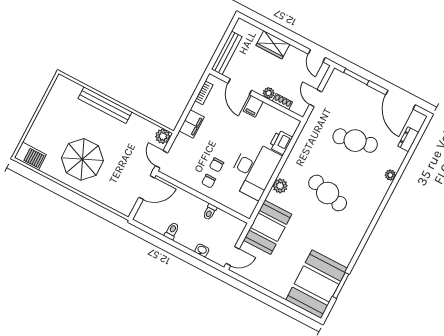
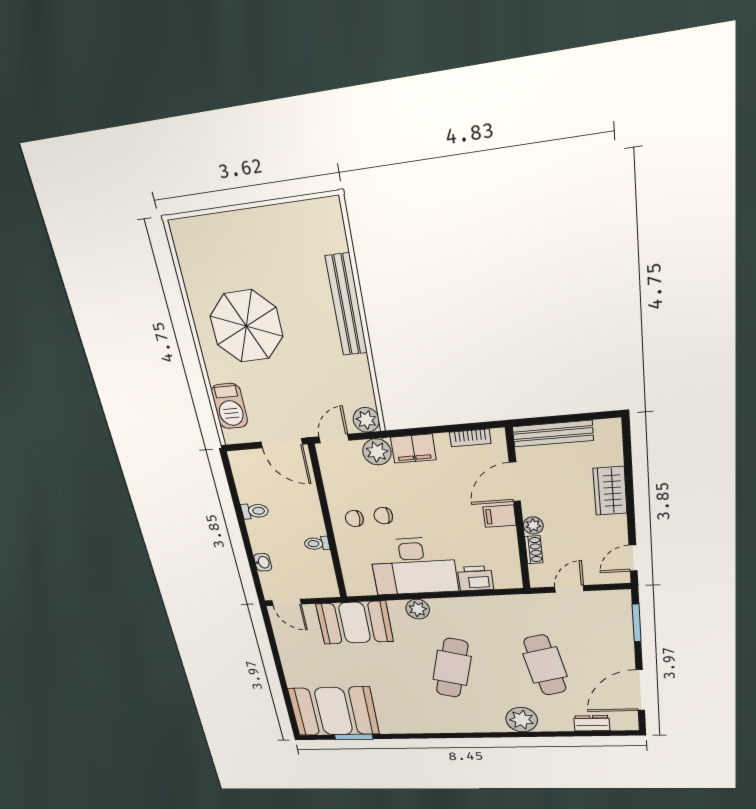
plant: (182, 143) -> (377, 452), added
barbecue: (30, 156) -> (229, 406), moved
plant: (390, 175) -> (522, 720), width x1.87, depth x1.87

